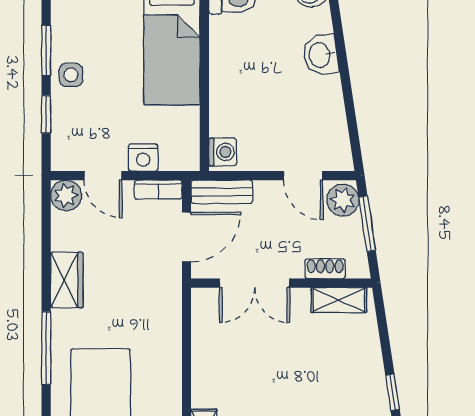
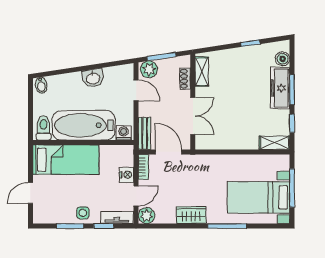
washbasin: (320, 55) -> (93, 78), moved
bathtub: (237, 76) -> (84, 125), added
tv unit: (62, 139) -> (117, 217), added
door: (303, 176) -> (136, 90), hinge flipped

